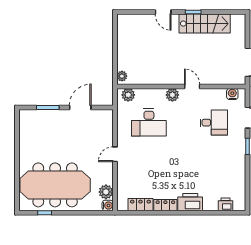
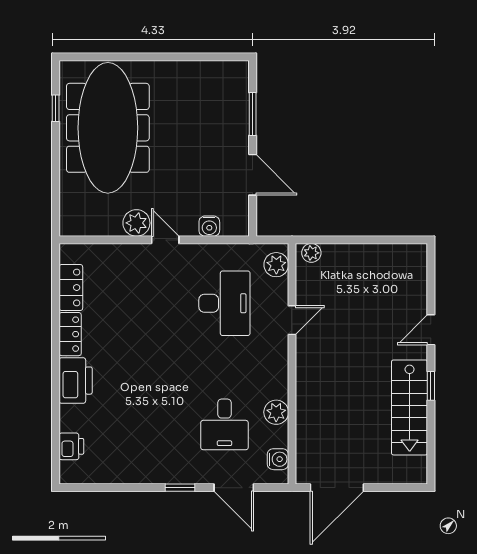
door: (192, 86) -> (292, 320), moved
plant: (172, 95) -> (276, 412), moved
desk: (149, 123) -> (224, 303), turned 180
plant: (106, 192) -> (136, 223), moved
water cooler: (108, 206) -> (209, 226), moved

